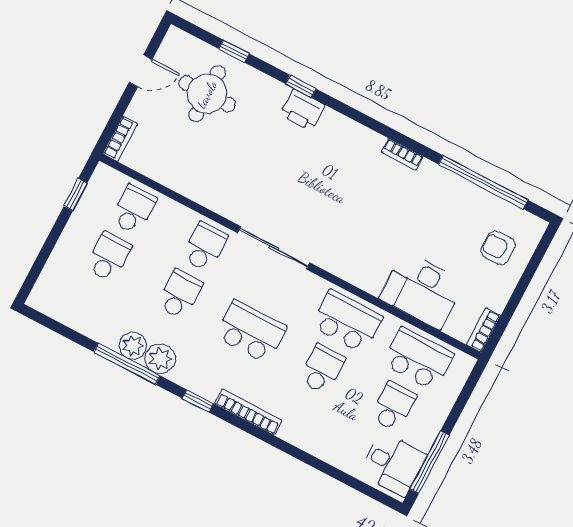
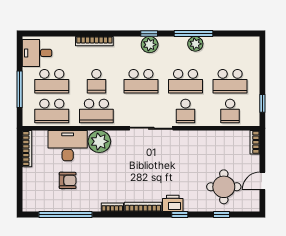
bookcase: (353, 129) -> (143, 207), added
armchair: (498, 248) -> (68, 180), moved
school desk: (109, 257) -> (230, 81), width x1.85
plant: (368, 270) -> (99, 141), added
school desk: (180, 294) -> (186, 81), width x1.85
bookcase: (484, 330) -> (27, 149), width x1.56
plant: (160, 359) -> (150, 45), moved
school desk: (393, 406) -> (52, 81), width x1.85
bookcase: (248, 412) -> (94, 41), moved
window: (430, 462) -> (20, 89), moved

